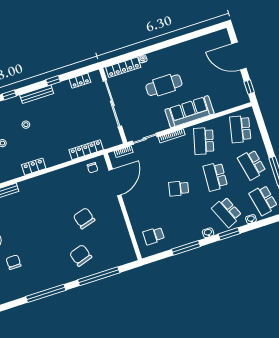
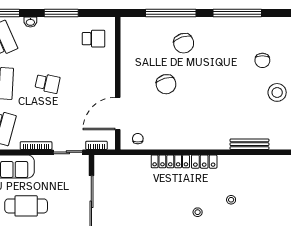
locker: (86, 150) -> (170, 161), moved

